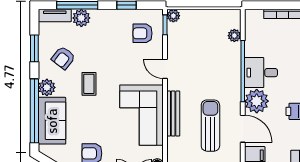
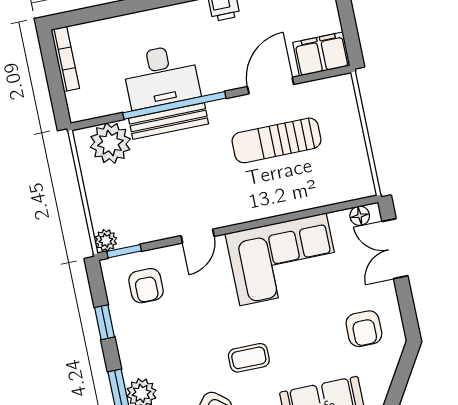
plant: (234, 36) -> (110, 143), width x1.87, depth x1.87
desk: (261, 73) -> (161, 76), width x1.37
plant: (257, 101) -> (220, 72), removed
bench: (173, 114) -> (169, 121), moved

